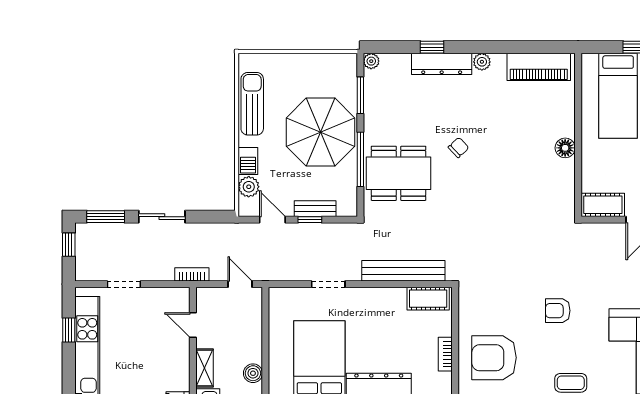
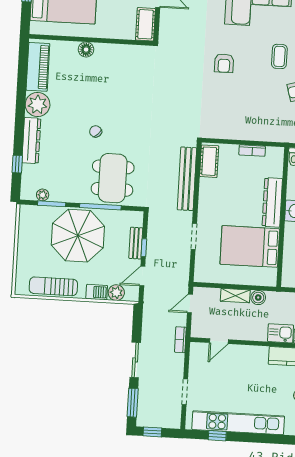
window: (432, 47) -> (17, 164), moved
plant: (371, 61) -> (43, 195), moved
plant: (482, 62) -> (38, 104), width x1.88, depth x1.88
floor lamp: (565, 148) -> (86, 50), moved
armchair: (494, 358) -> (257, 114), removed
shelving: (204, 368) -> (235, 296), moved

